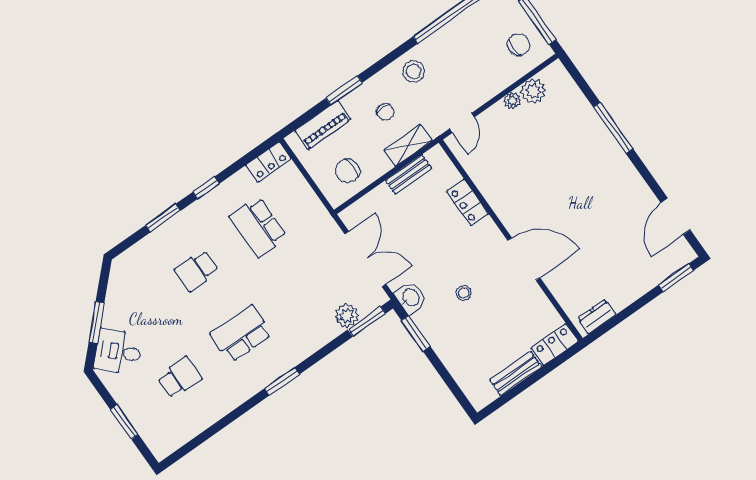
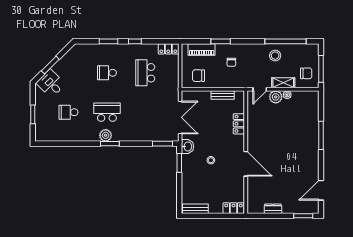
stool: (414, 72) -> (275, 56), moved
plant: (533, 91) -> (276, 97), moved
shelving: (408, 145) -> (283, 83), moved
plant: (347, 316) -> (106, 135), moved
dresser: (597, 316) -> (273, 209), moved
bench: (516, 374) -> (195, 209), moved
school desk: (179, 378) -> (69, 112), turned 180

